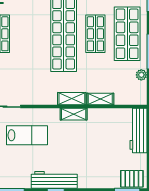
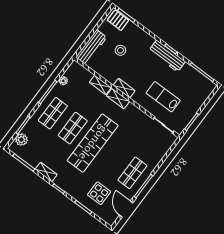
shop shelf: (127, 34) -> (53, 113), width x0.70, depth x0.74
stool: (106, 150) -> (120, 50), added

